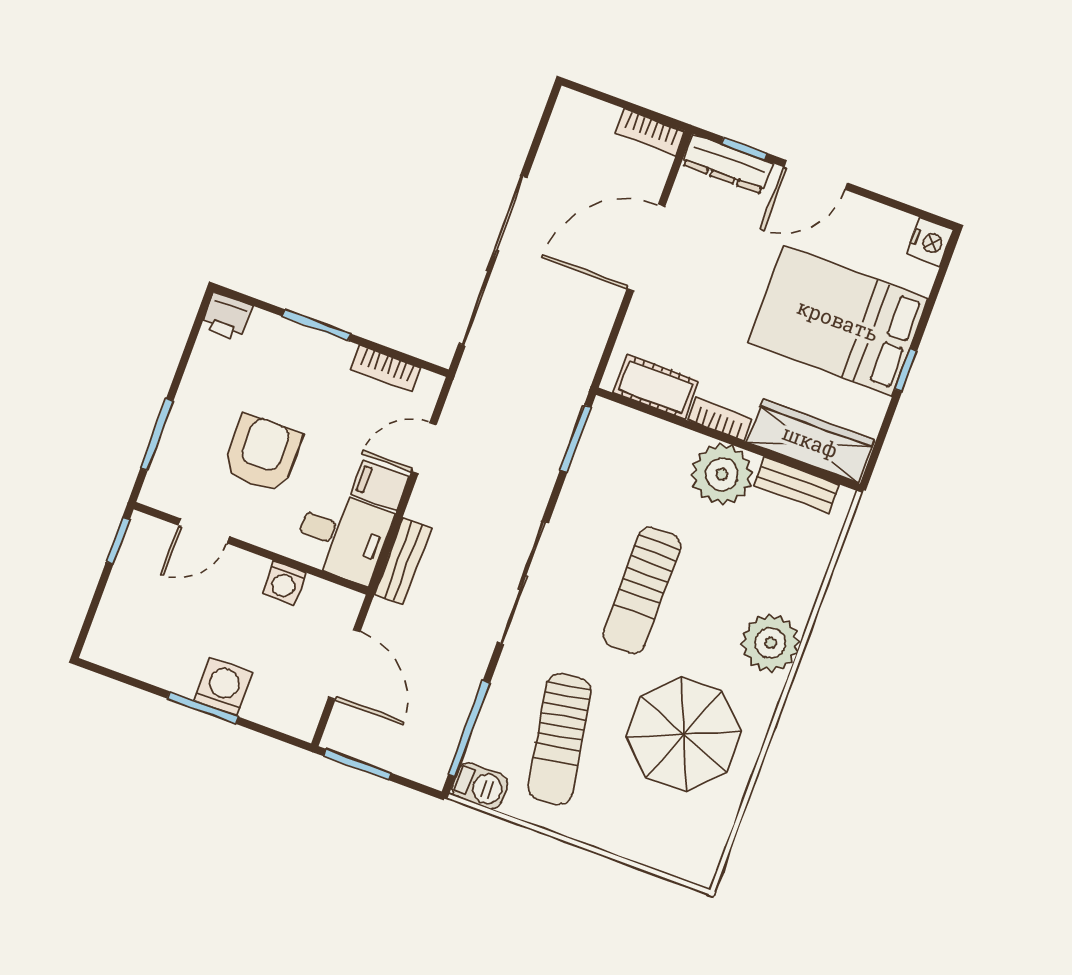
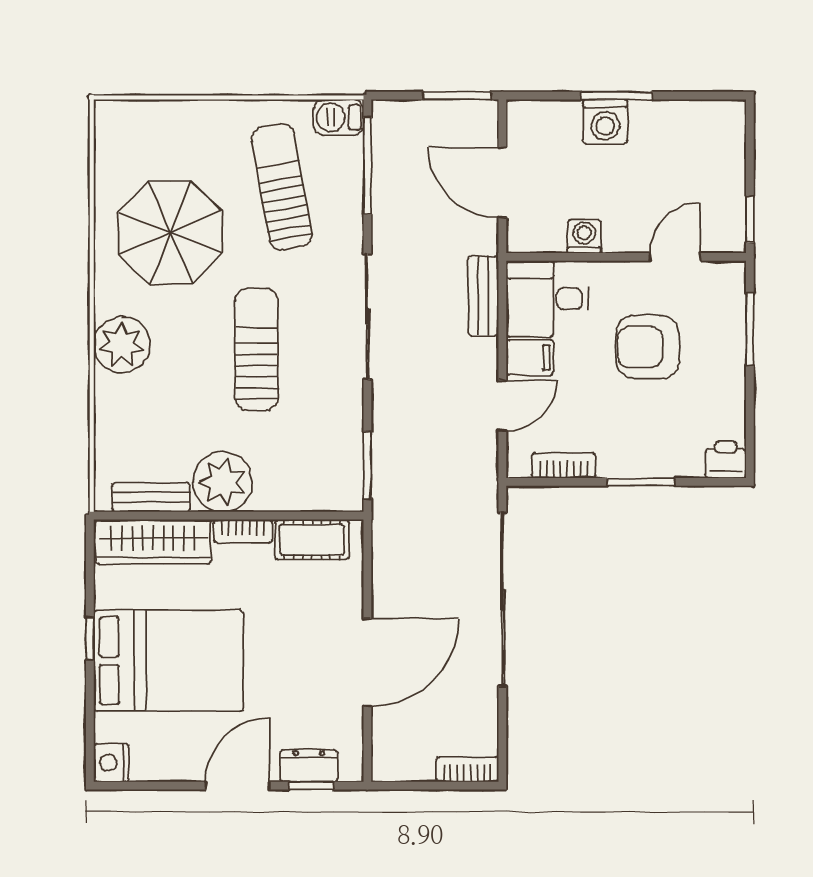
bookcase: (650, 132) -> (467, 769), moved
dresser: (727, 164) -> (309, 766), width x0.70
armchair: (262, 453) -> (648, 347), turned 90

